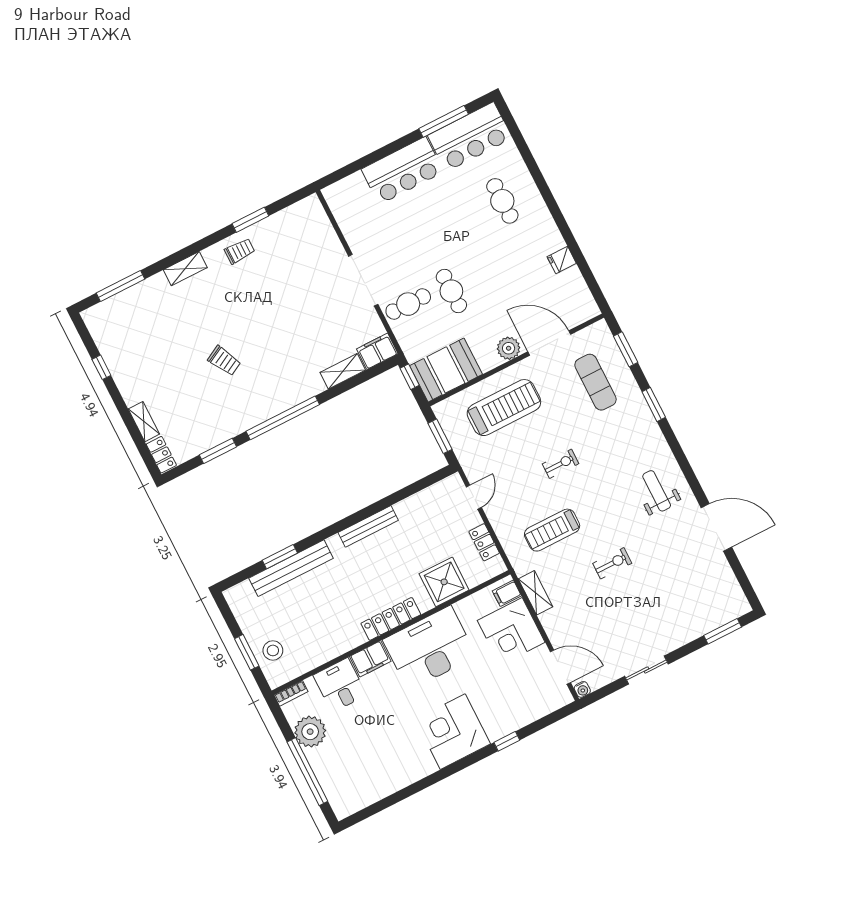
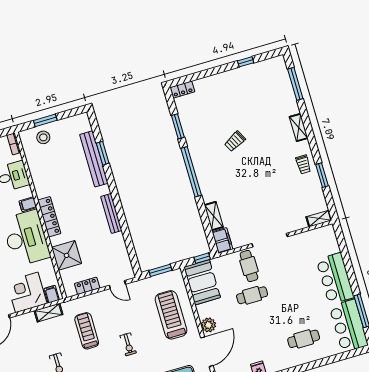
treadmill: (504, 408) -> (171, 315), turned 180
shelving: (144, 422) -> (319, 219), moved
filing cabinet: (370, 659) -> (28, 204), width x0.50

